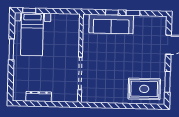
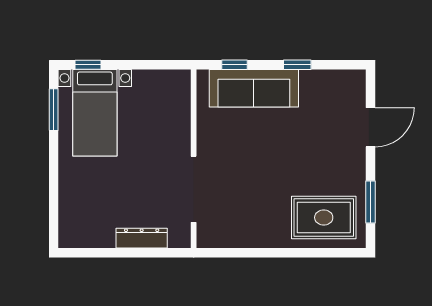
window: (112, 12) -> (235, 65), moved
window: (11, 49) -> (54, 110), moved
dresser: (39, 97) -> (142, 238), moved

